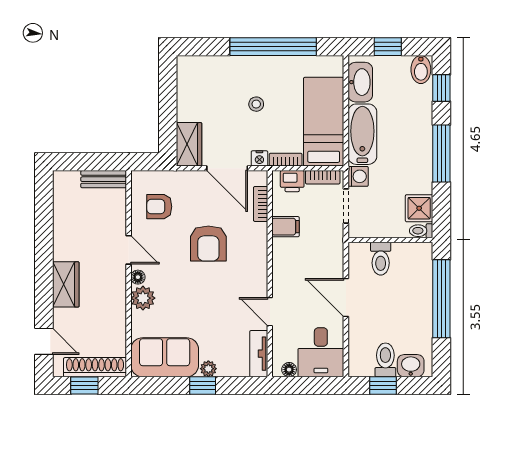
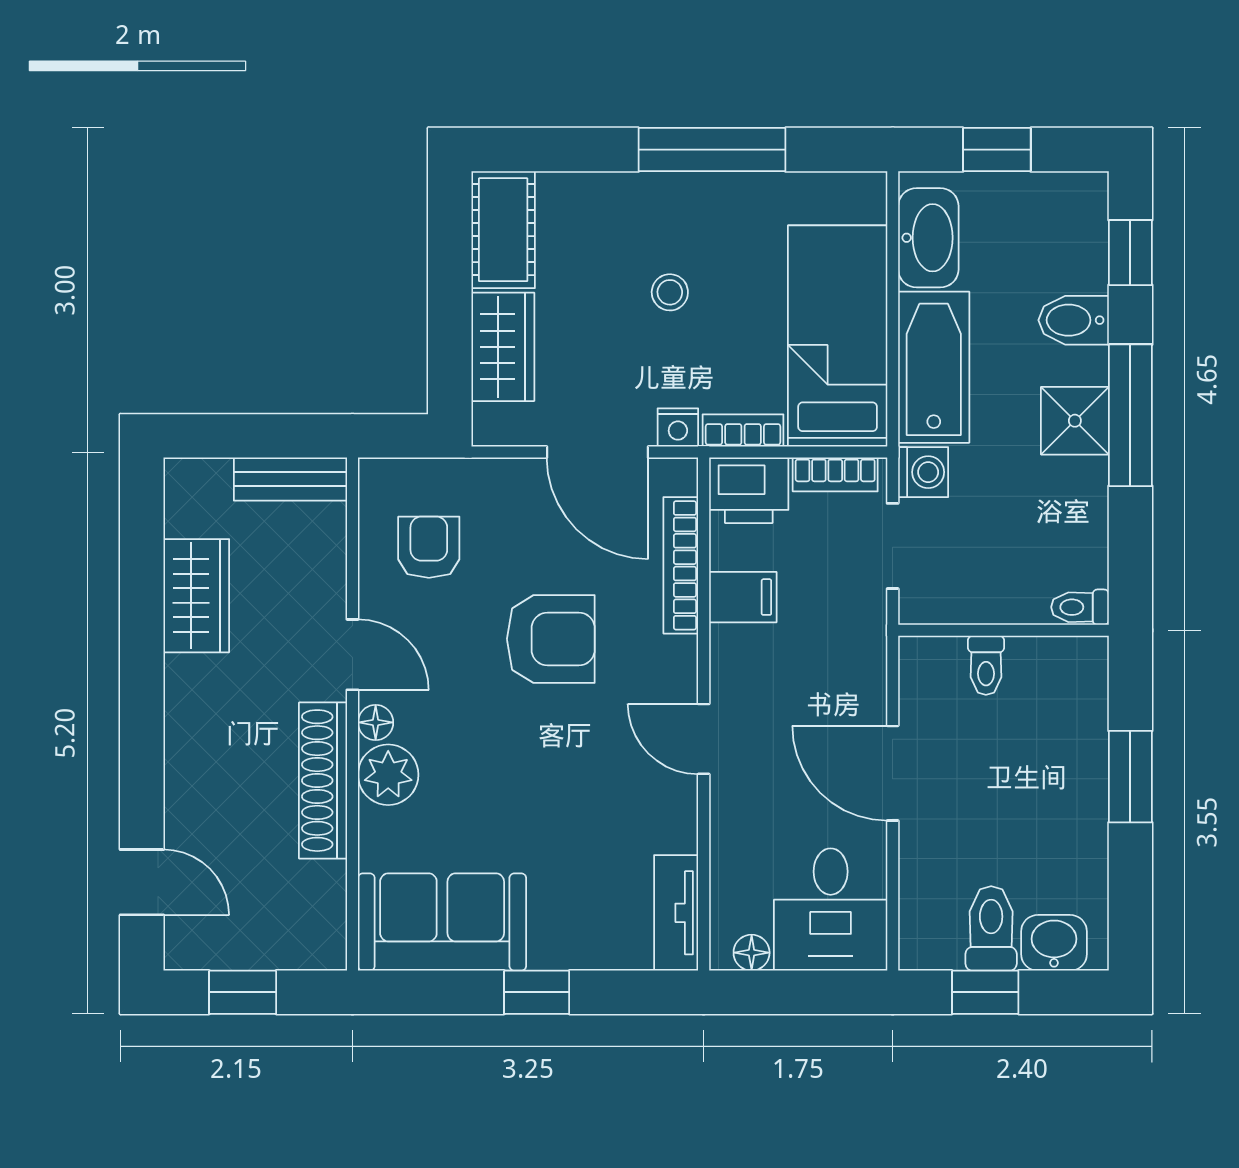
window: (273, 47) -> (712, 150), width x0.68
bidet: (421, 70) -> (1074, 320), moved, turned 90
cot: (189, 79) -> (503, 230), added
wardrobe: (189, 144) -> (503, 347), moved
printer: (292, 181) -> (749, 490), width x1.36, depth x1.24
bookcase: (261, 204) -> (681, 565), width x1.56
armchair: (159, 207) -> (429, 547), turned 90
shower: (419, 208) -> (1075, 421), moved
armchair: (208, 243) -> (551, 639), turned -90
toilet: (381, 259) -> (986, 665), width x0.73, depth x0.72
wardrobe: (66, 284) -> (196, 596), moved
window: (441, 299) -> (1130, 777), width x0.47
door: (270, 312) -> (704, 739), moved
shoe rack: (95, 367) -> (323, 781), moved, turned -90
plant: (208, 369) -> (551, 950), removed

